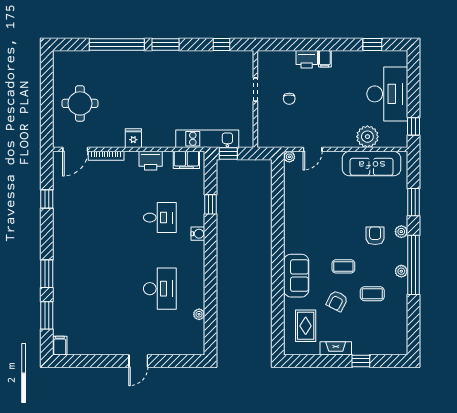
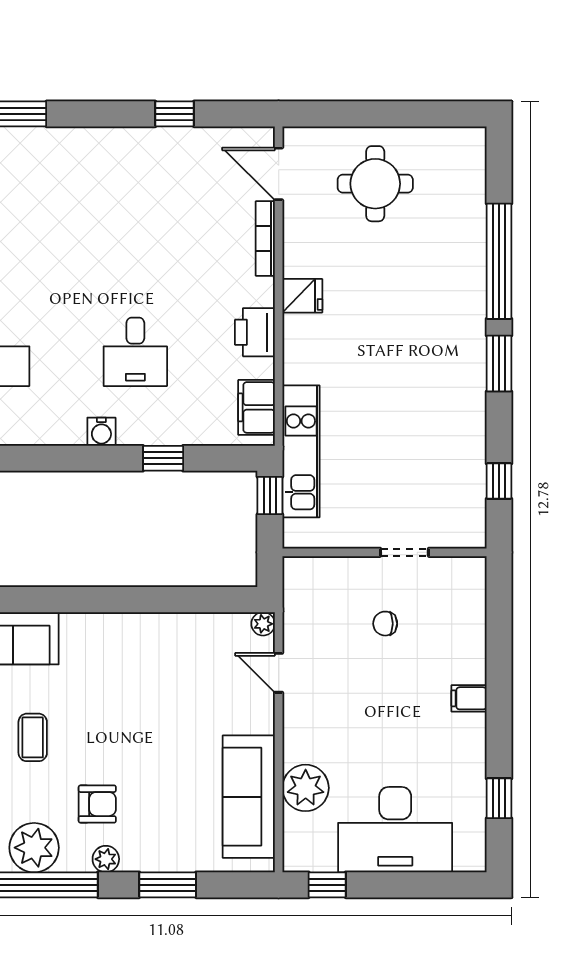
printer: (307, 59) -> (468, 660), removed
plant: (401, 271) -> (34, 848), width x1.88, depth x1.88

